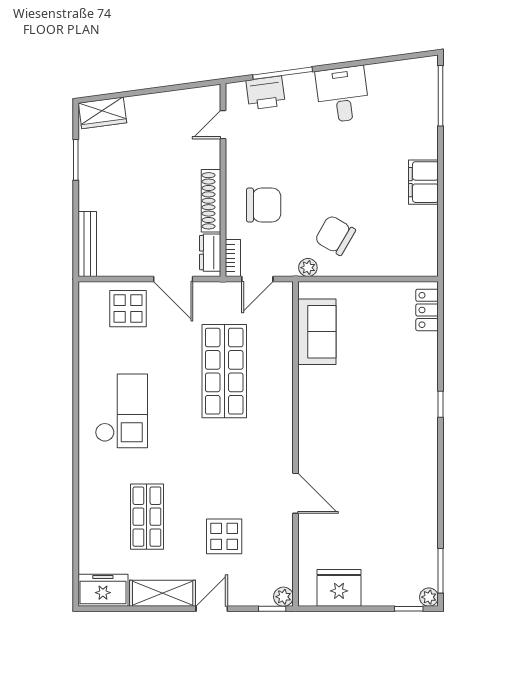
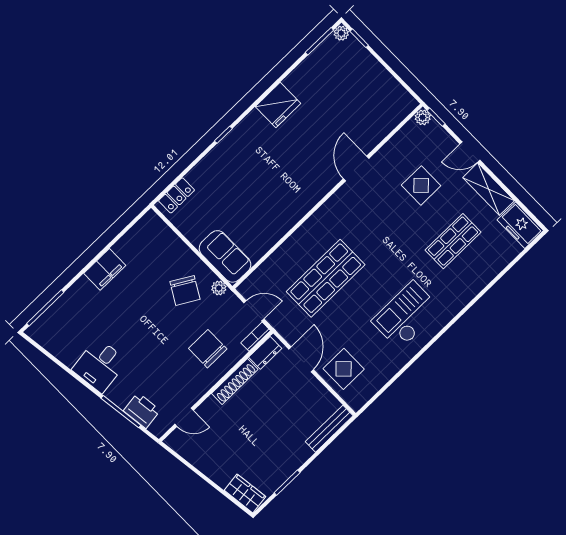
sofa: (317, 332) -> (225, 256), moved, turned 90
fridge: (339, 588) -> (278, 105), moved, turned -90

